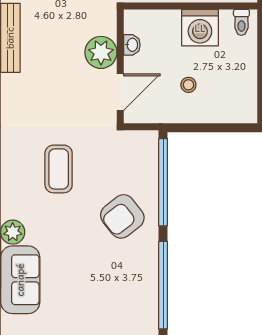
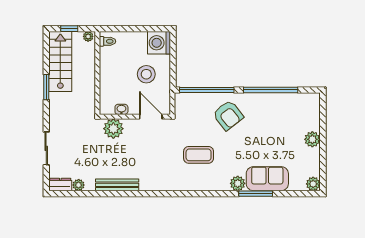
washing machine: (200, 28) -> (159, 43), moved, turned 180
plant: (101, 52) -> (113, 129), moved
stool: (188, 85) -> (146, 74), width x1.89, depth x1.89

